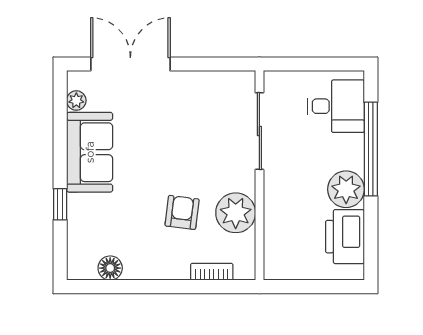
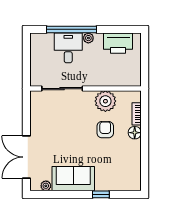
desk: (336, 106) -> (68, 48), moved
plant: (346, 189) -> (88, 38), width x0.53, depth x0.53
armchair: (182, 212) -> (105, 130), turned 83
floor lamp: (110, 268) -> (135, 133), moved

